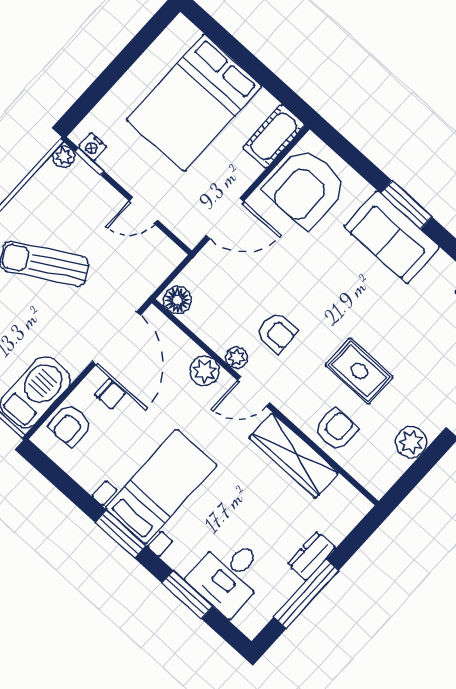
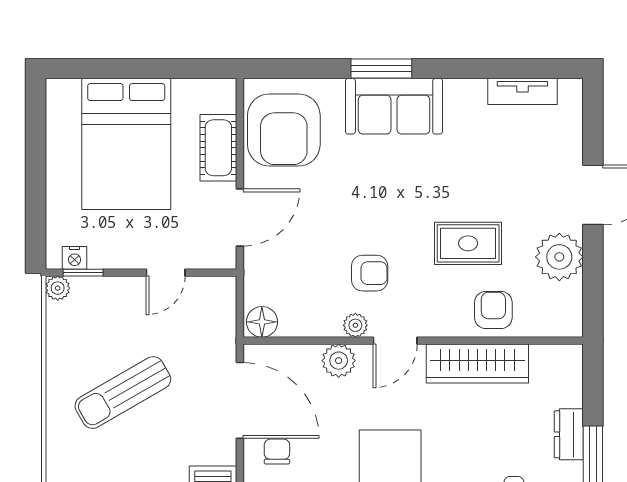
cot: (274, 136) -> (218, 148), moved
chair: (110, 394) -> (277, 452), turned -90
plant: (411, 442) -> (559, 257), width x1.36, depth x1.36

